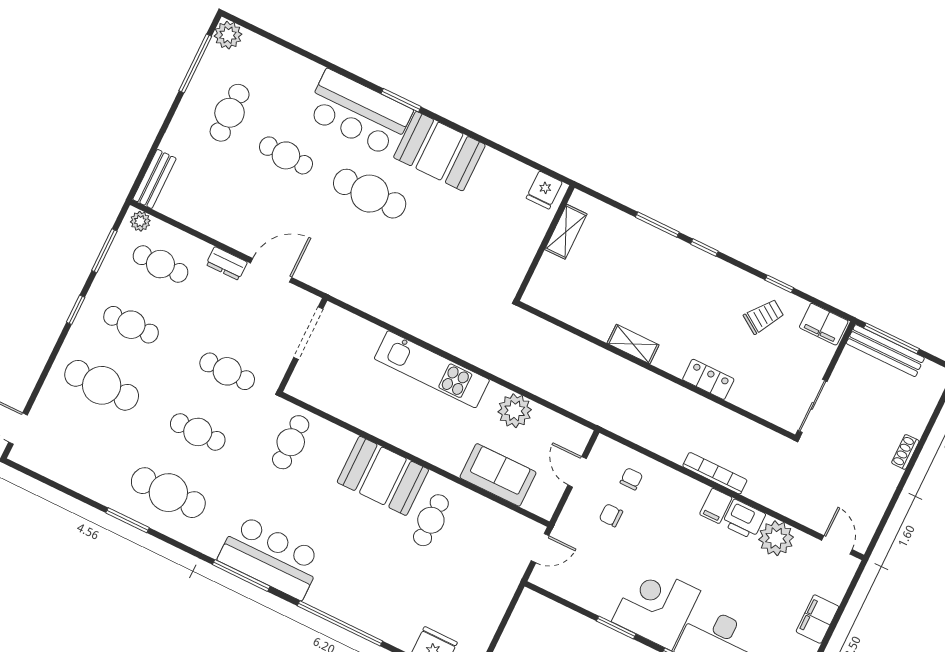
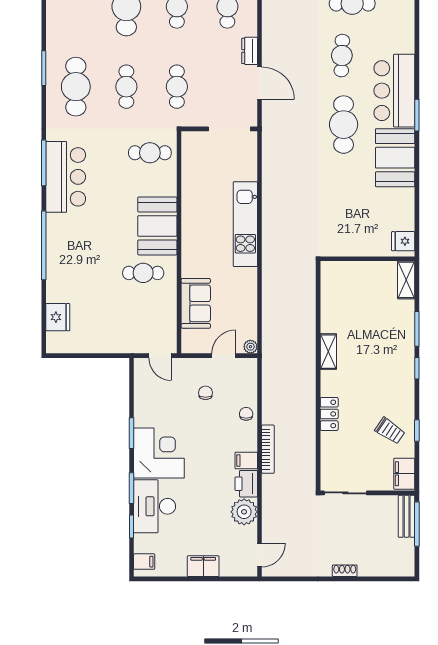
shelving: (566, 232) -> (406, 280), moved, turned 90
bench: (885, 351) -> (407, 516), width x0.73
plant: (515, 411) -> (250, 347), moved, width x0.53, depth x0.53
chair: (631, 479) -> (246, 414), moved, turned -90

